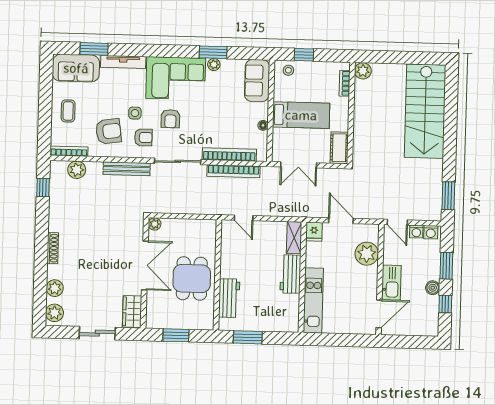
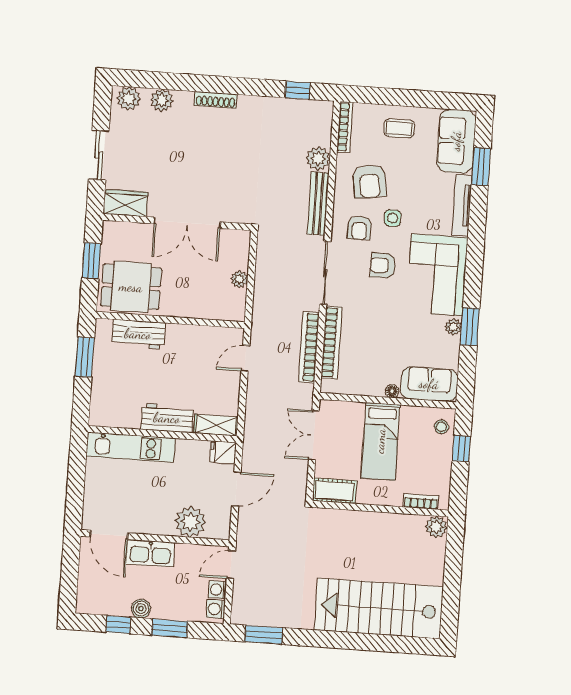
floor lamp: (263, 125) -> (392, 391), moved
plant: (77, 170) -> (318, 159), moved
plant: (155, 224) -> (239, 279), moved
dining table: (192, 278) -> (131, 287), moved

